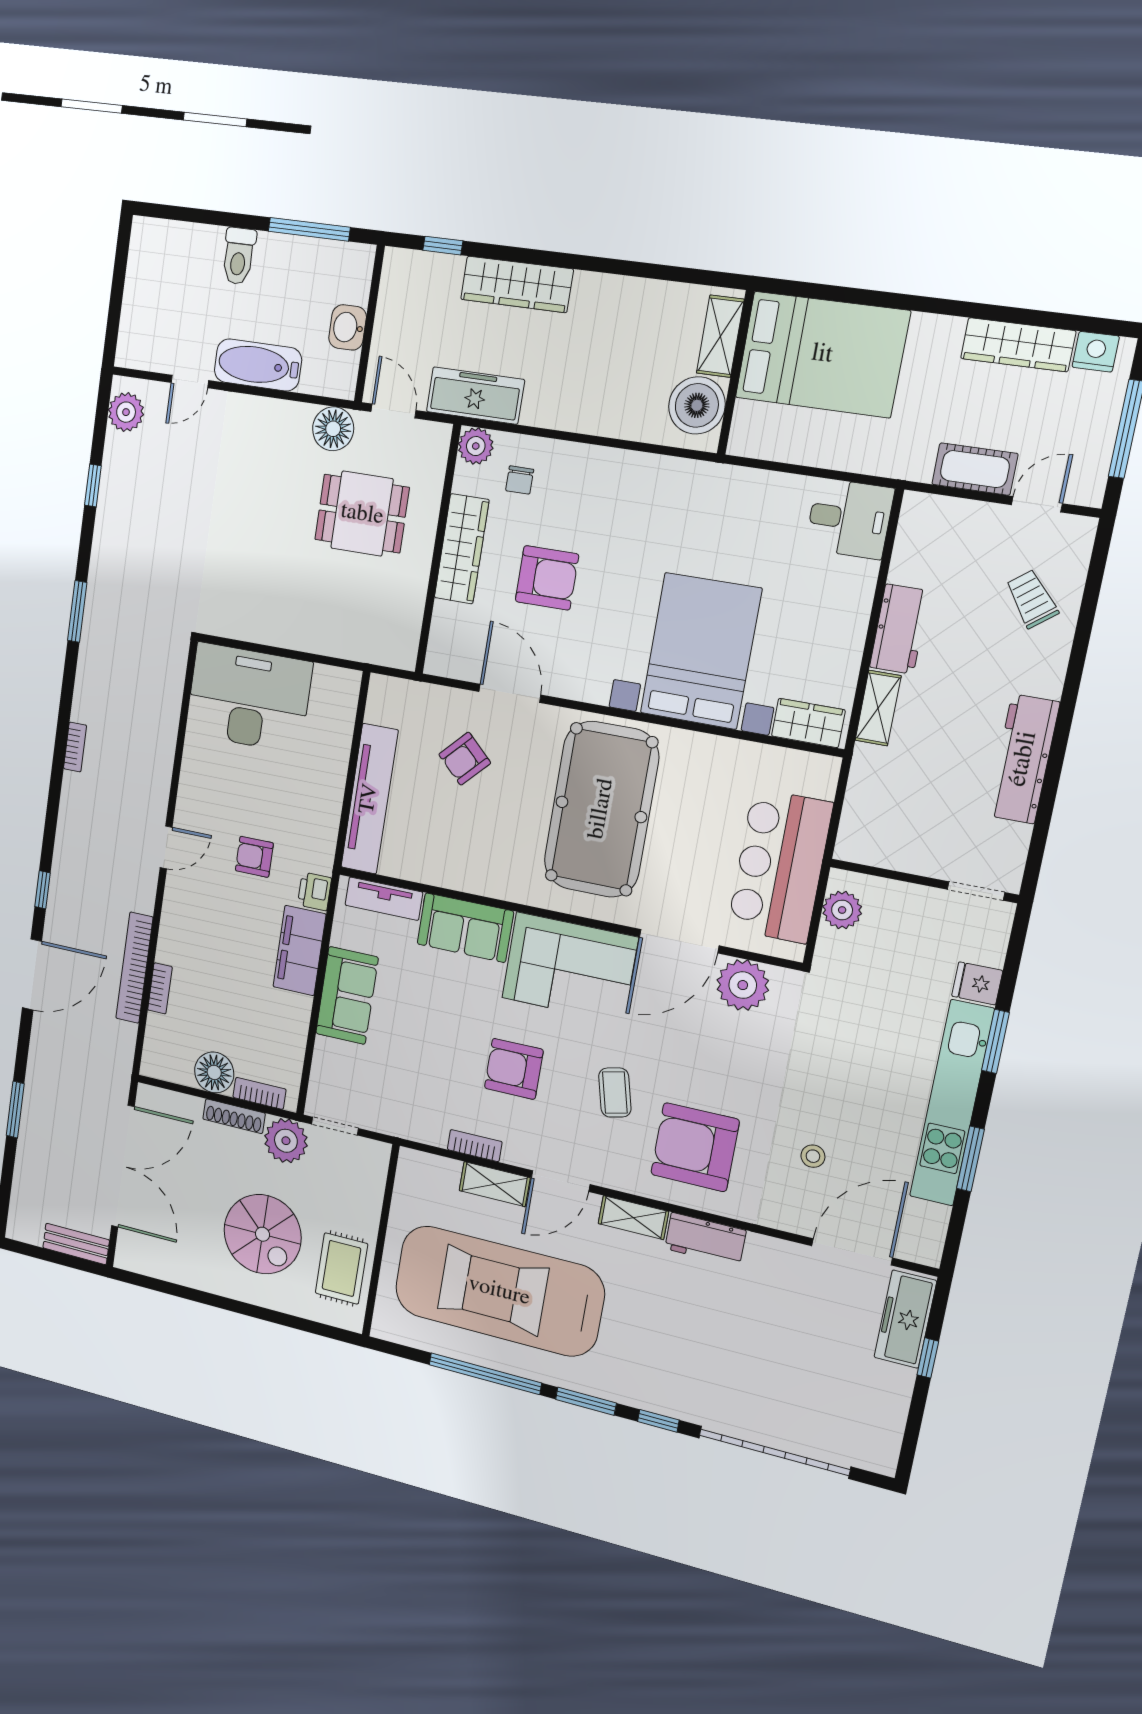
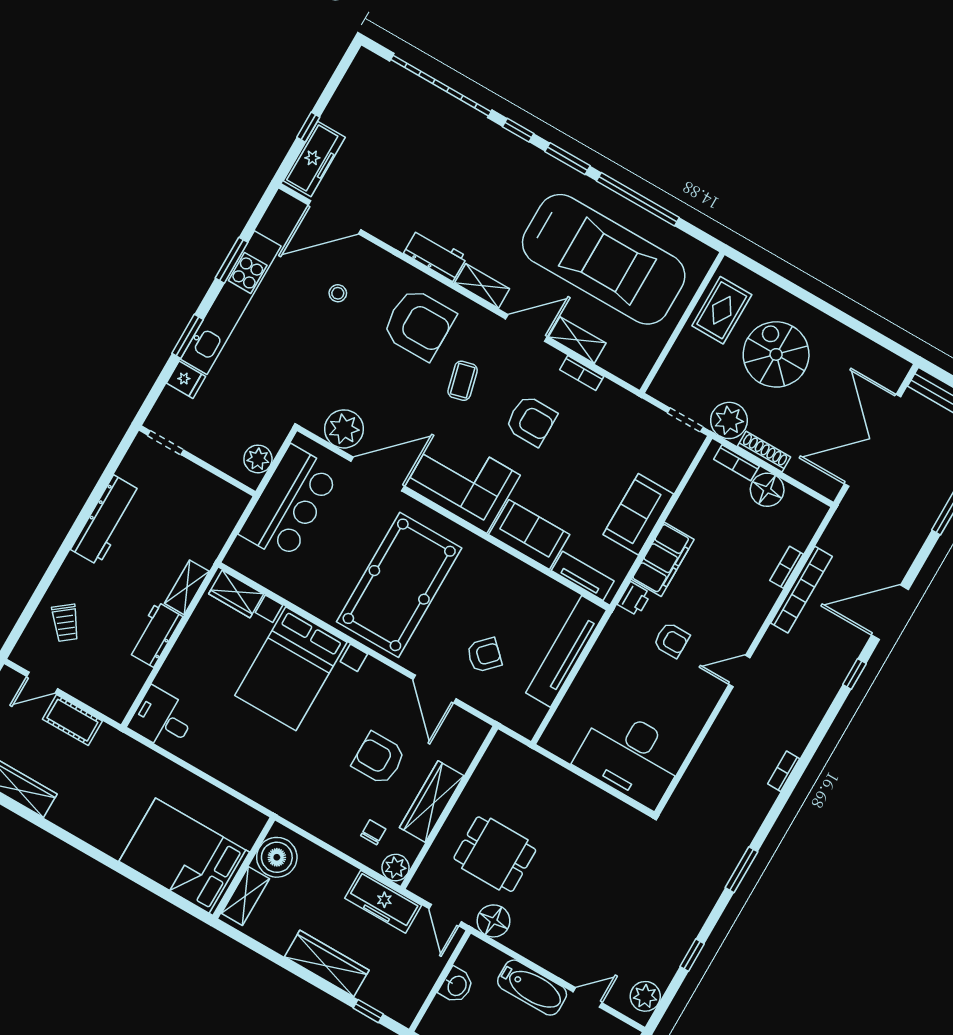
shelving: (720, 336) -> (245, 896), moved
bed: (822, 354) -> (184, 857), moved
wall: (736, 373) -> (244, 868), moved
boiler: (697, 405) -> (277, 857), moved

